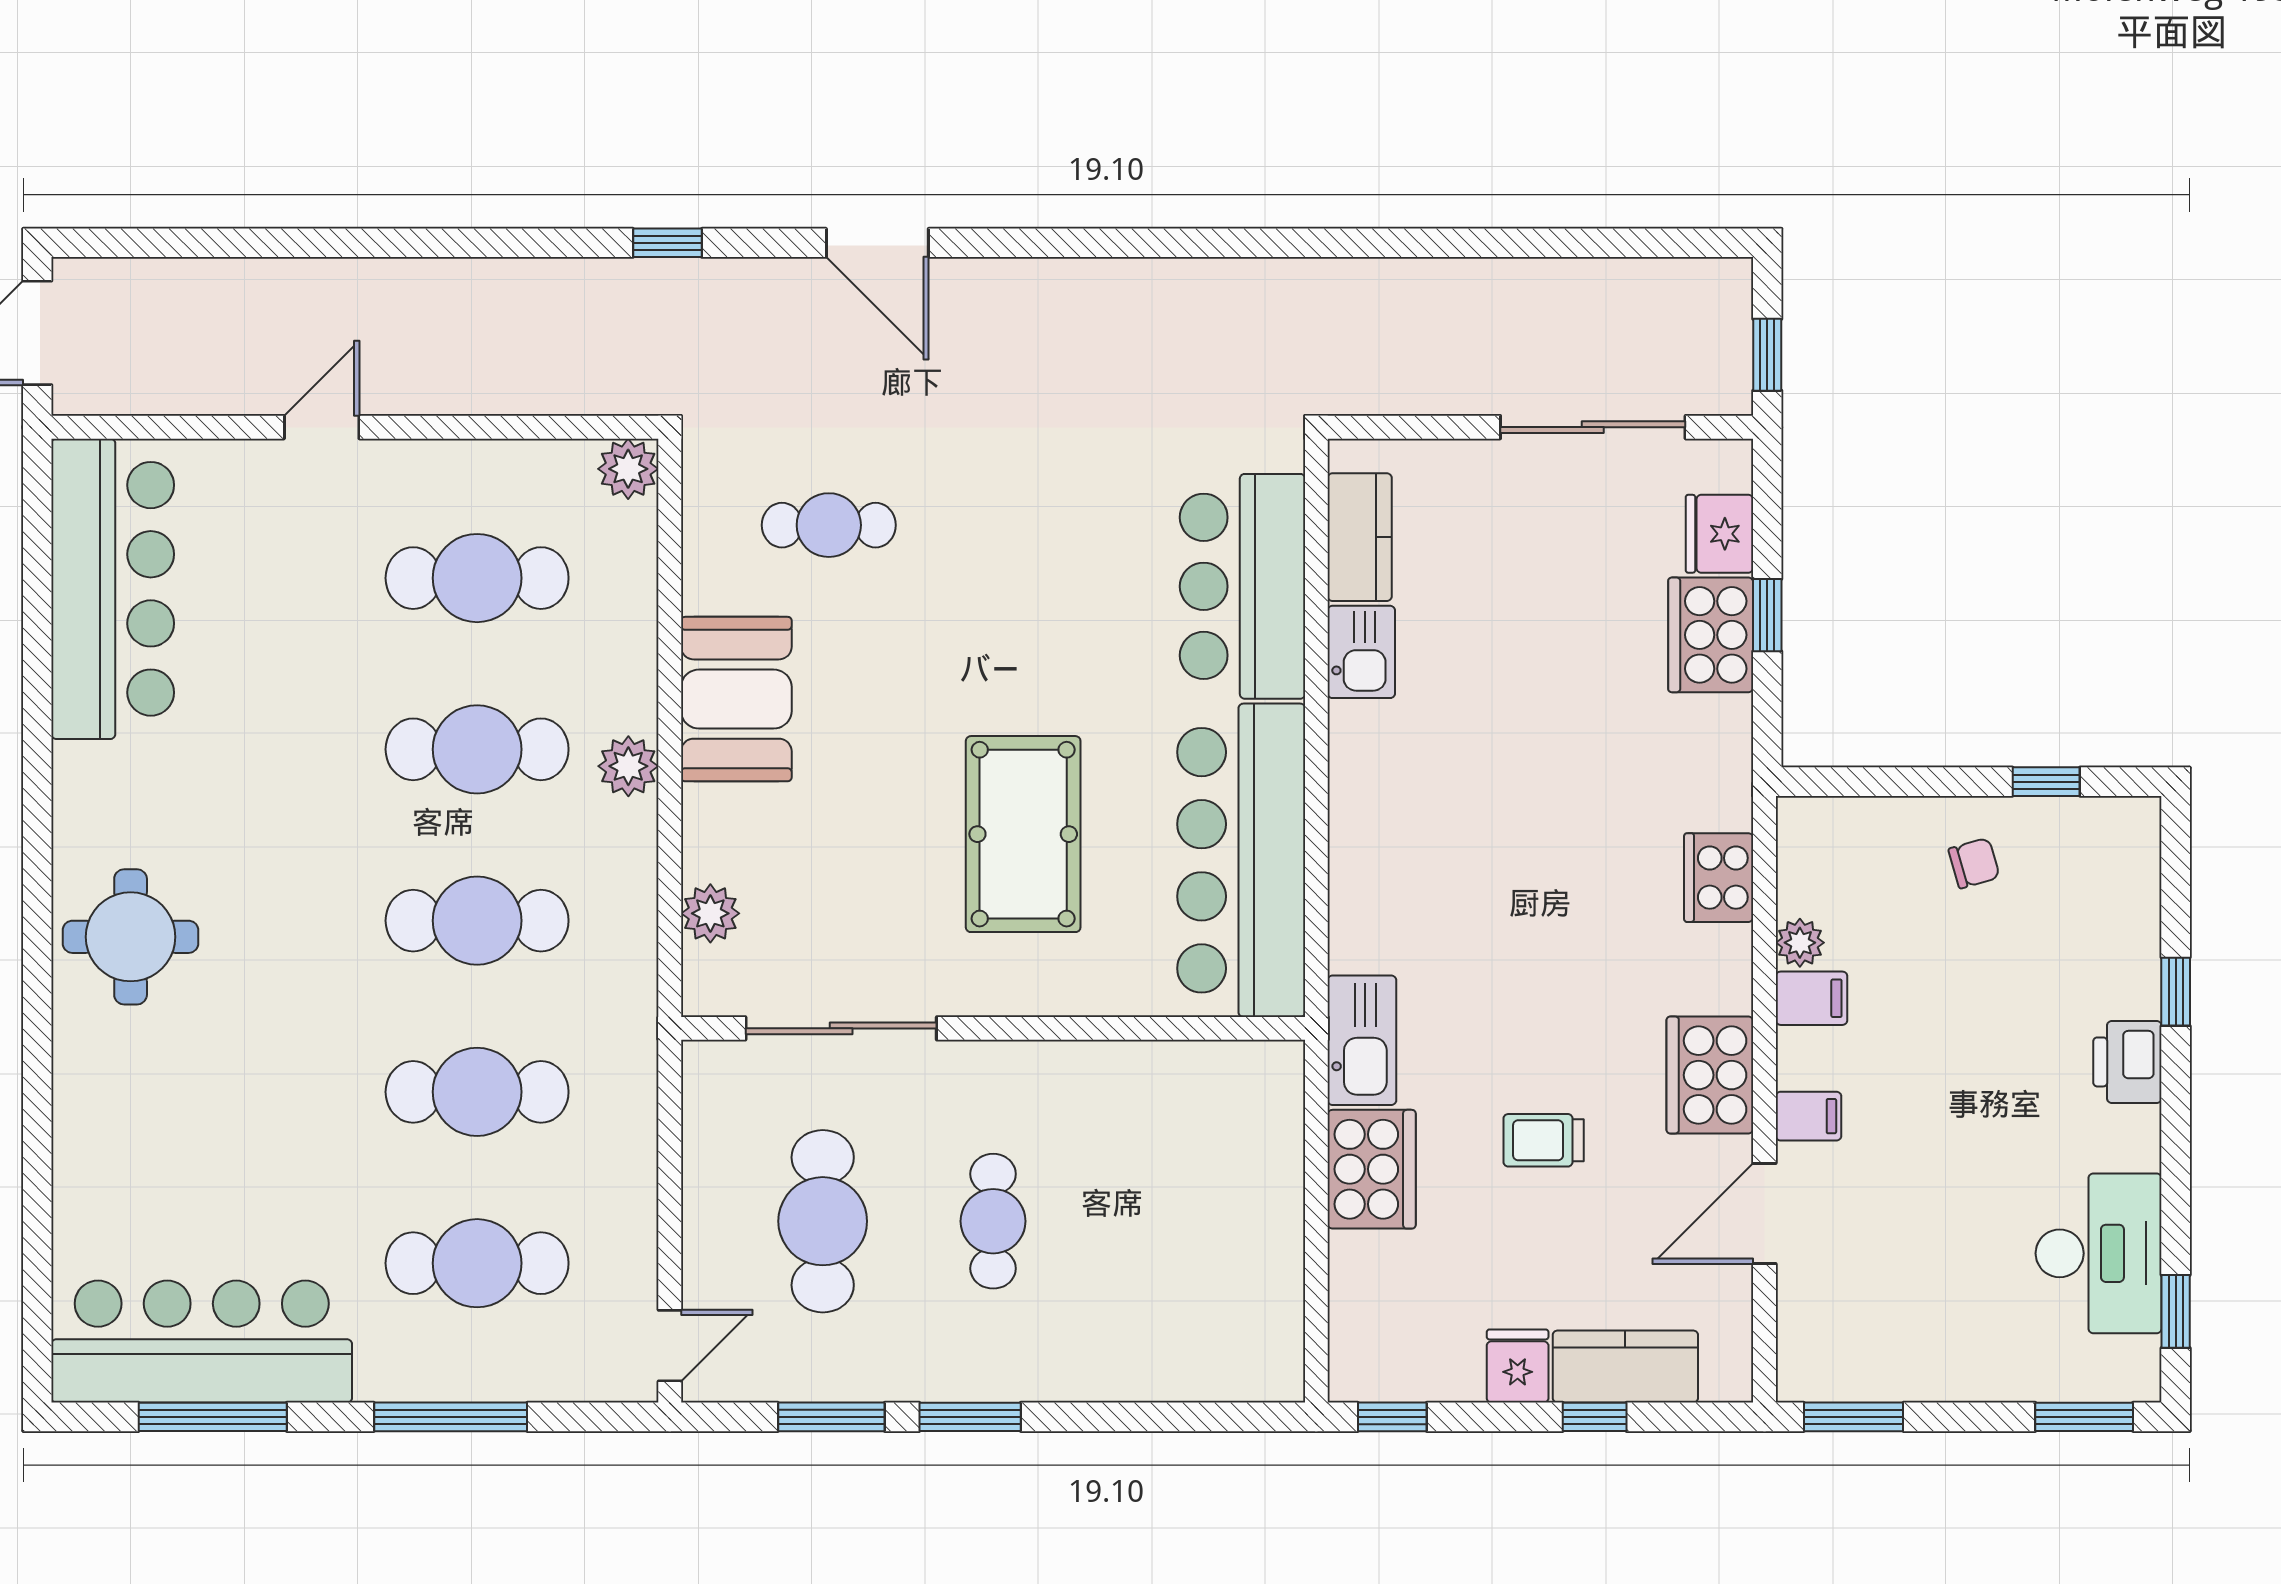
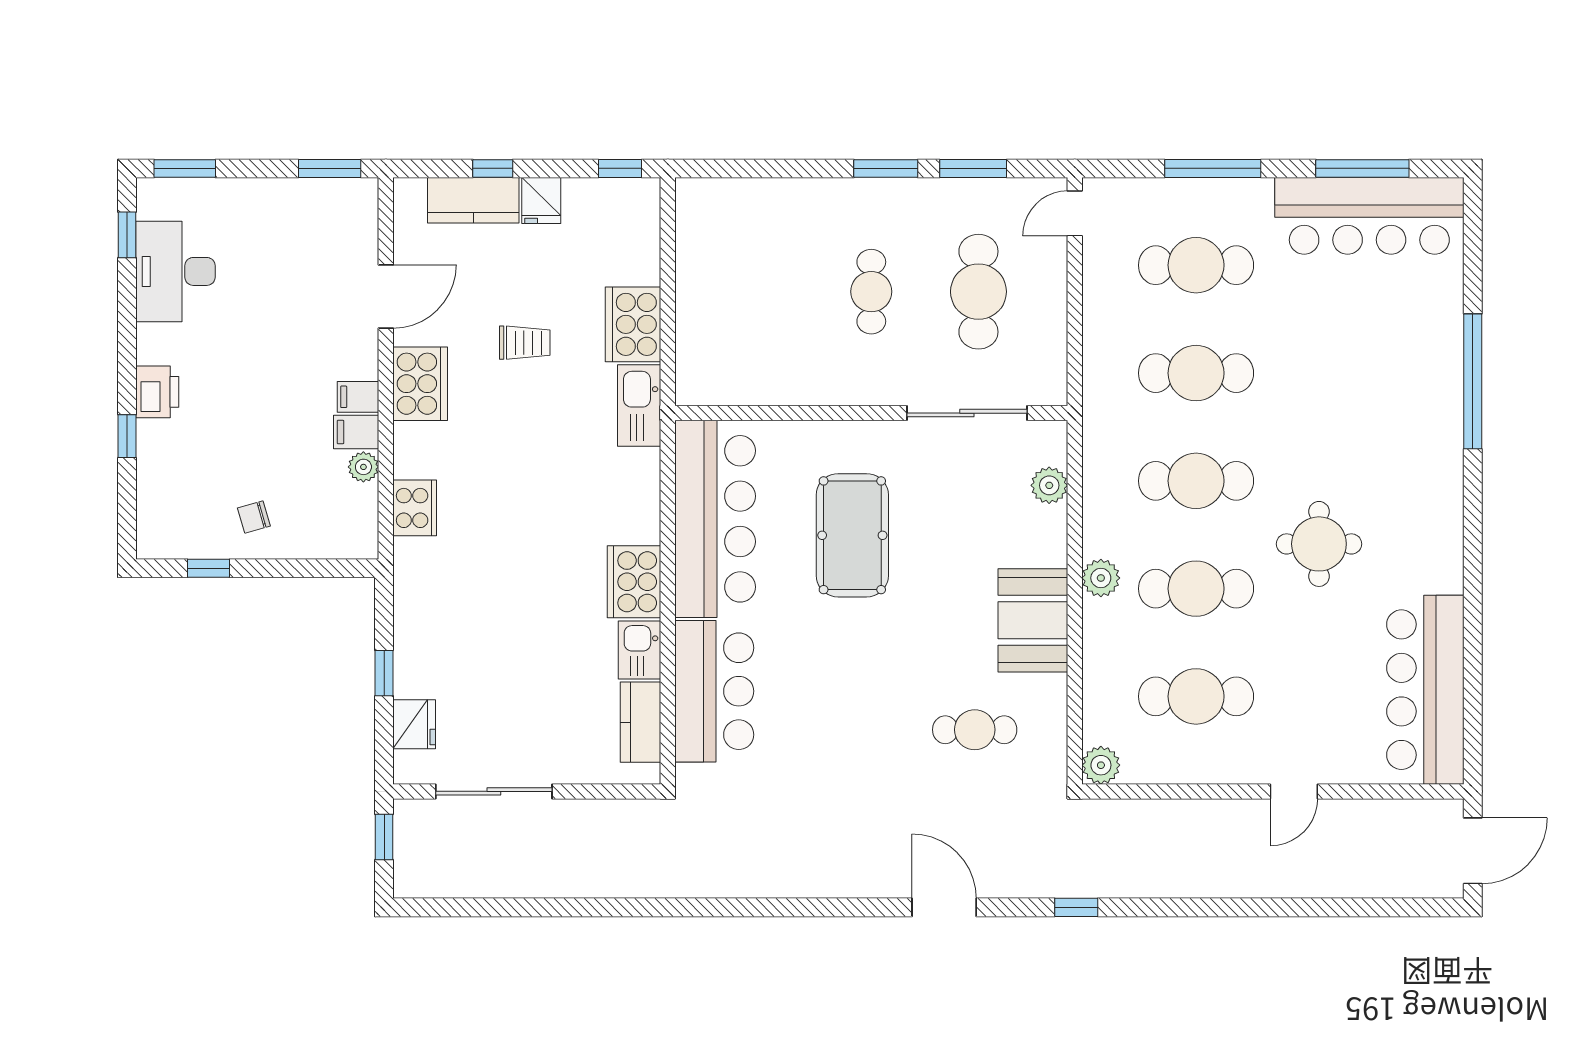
cooker: (1711, 635) -> (634, 582), moved, turned 180
round table: (131, 937) -> (1319, 544), moved
window: (37, 1079) -> (1473, 381), added
filing cabinet: (1809, 1116) -> (358, 397), moved

